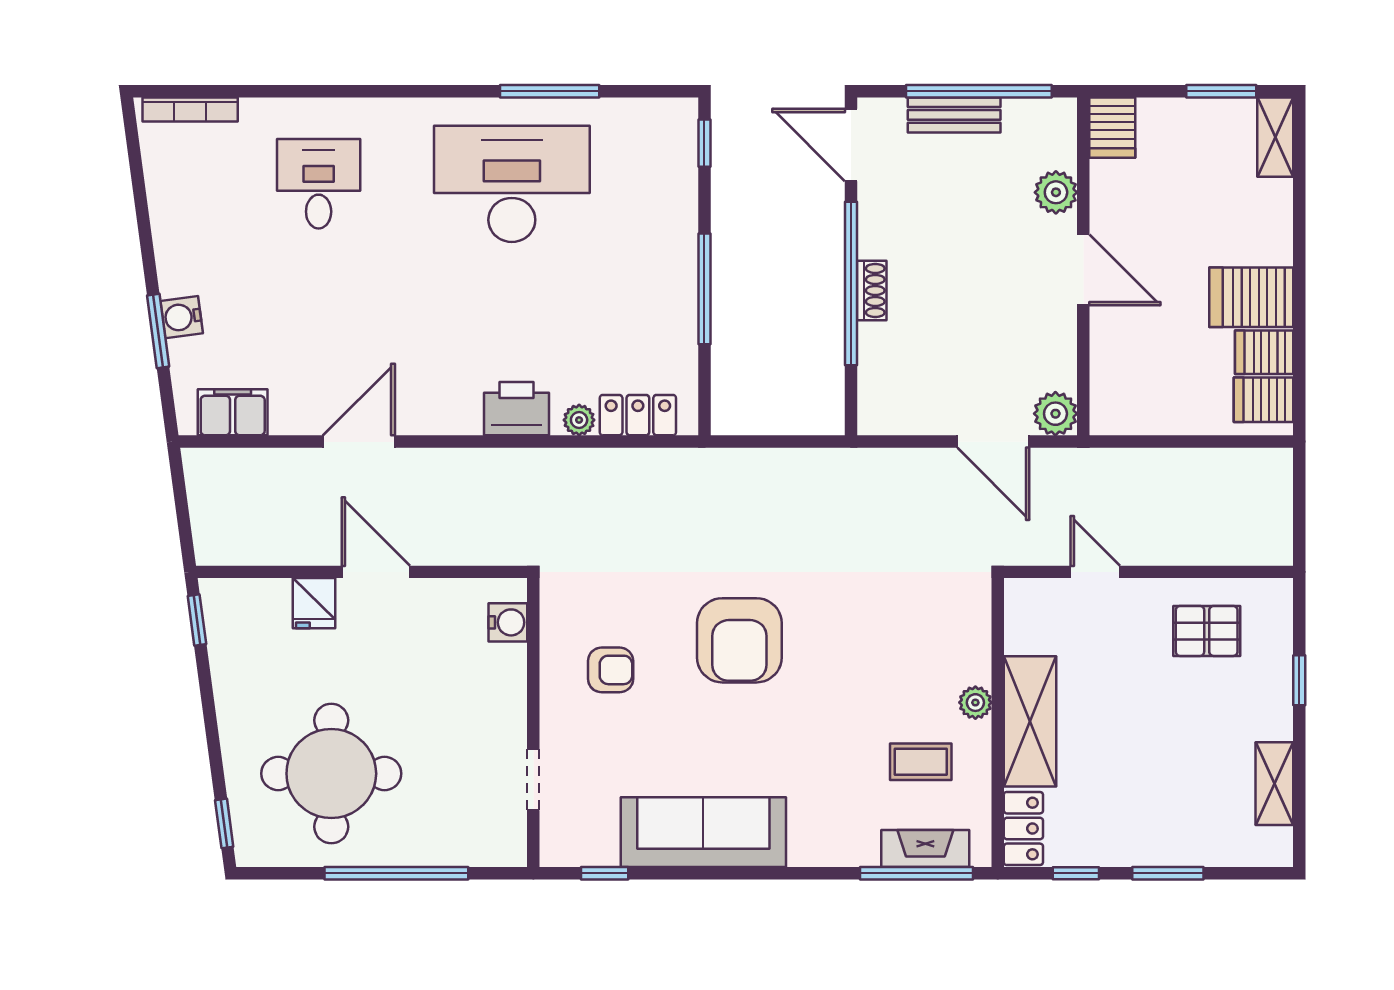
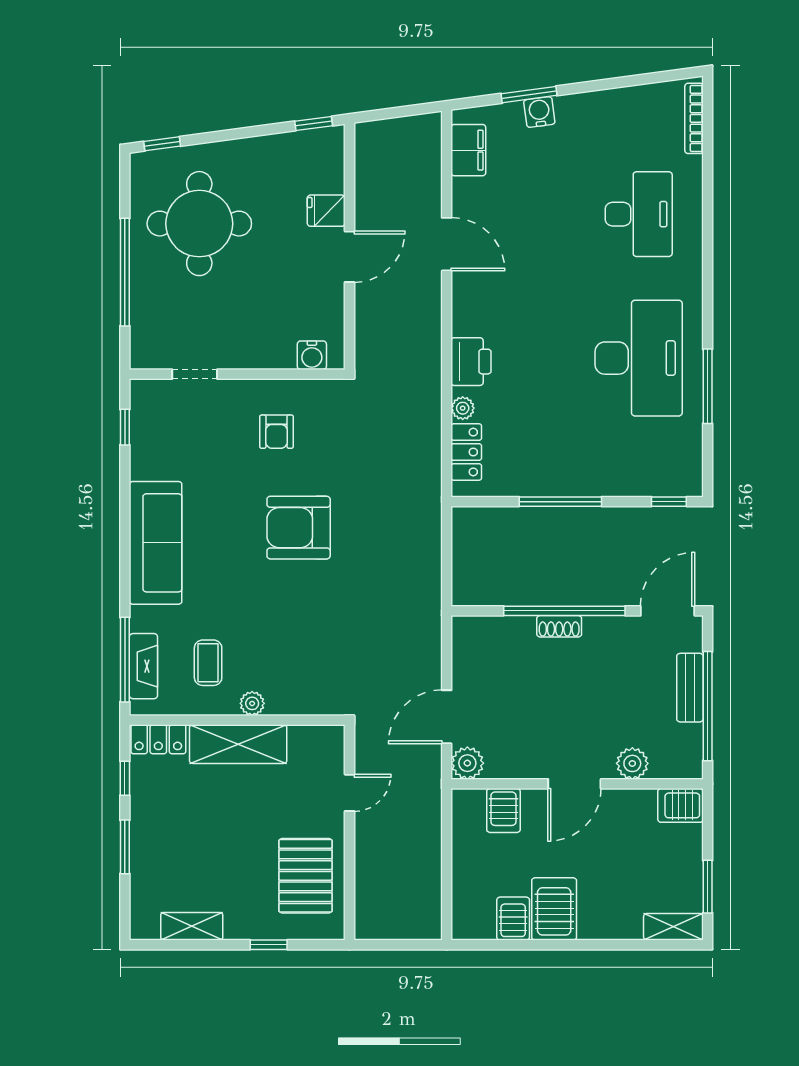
desk: (319, 184) -> (639, 214), width x1.37
server rack: (1263, 400) -> (503, 811), moved, turned 180
pallet: (1207, 631) -> (305, 876), width x1.50, depth x1.42
sofa: (703, 832) -> (156, 543), moved

